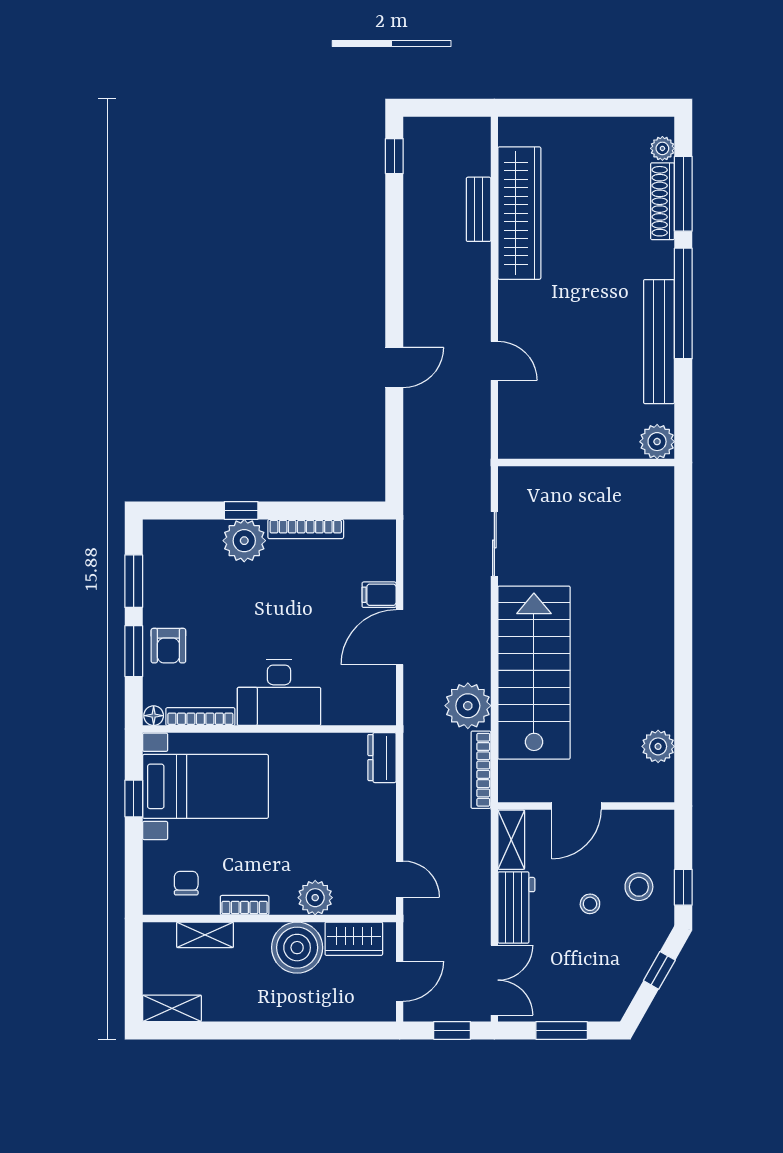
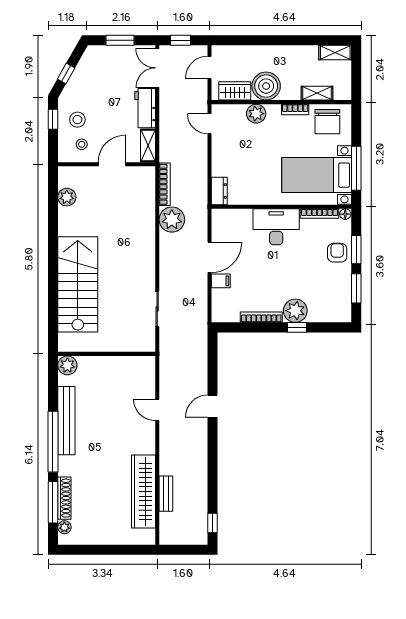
stairs: (534, 673) -> (78, 284), moved, turned 180
window: (134, 798) -> (356, 168), width x2.17
chair: (186, 883) -> (327, 122), width x1.87, depth x1.87
stool: (590, 904) -> (82, 144), moved

